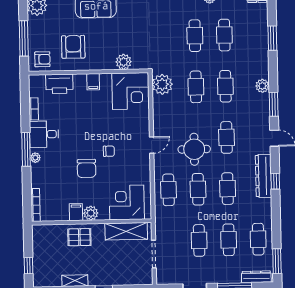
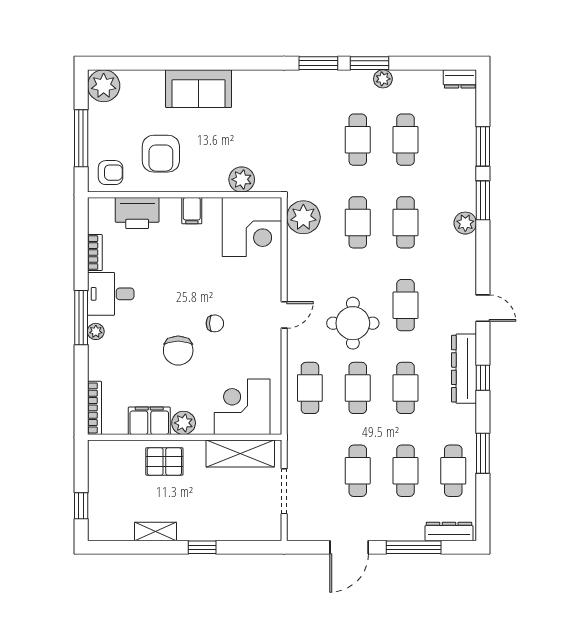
armchair: (73, 47) -> (161, 154), turned 180
window: (274, 104) -> (483, 200), moved
filing cabinet: (76, 212) -> (149, 421), width x2.00
window: (277, 261) -> (483, 453), moved

